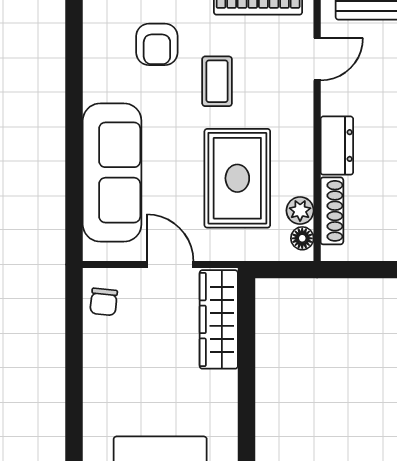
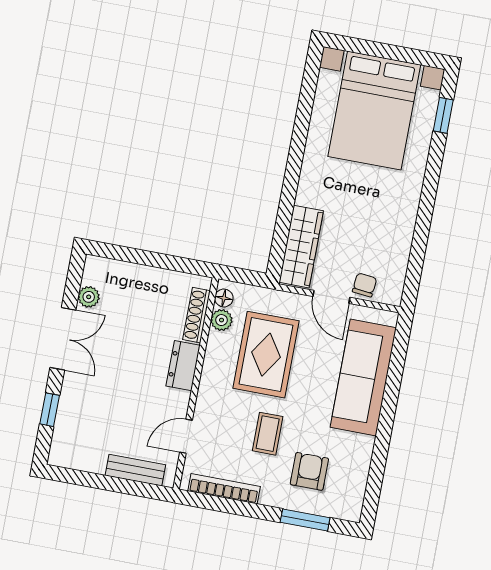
chair: (104, 302) -> (365, 285), moved

